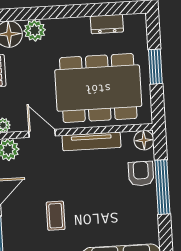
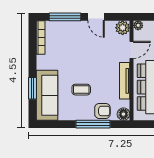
coffee table: (56, 216) -> (81, 90), moved

